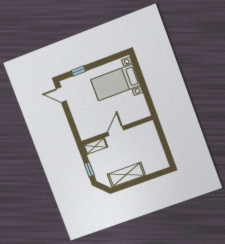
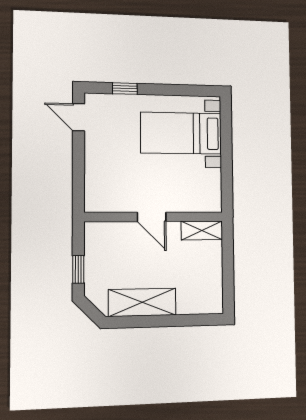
door: (116, 131) -> (152, 217), swing flipped
shelving: (95, 146) -> (202, 230), moved

